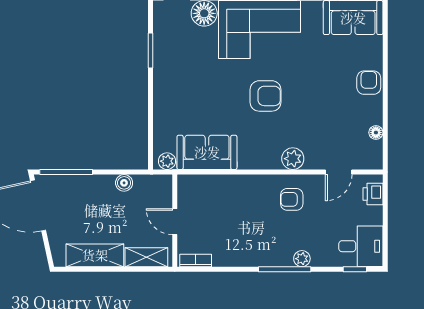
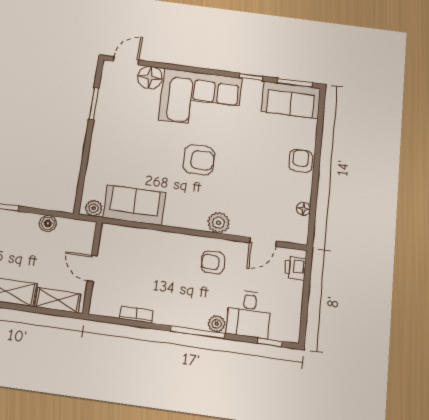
desk: (361, 246) -> (249, 314), moved, turned 90
bookcase: (196, 260) -> (136, 315), moved

